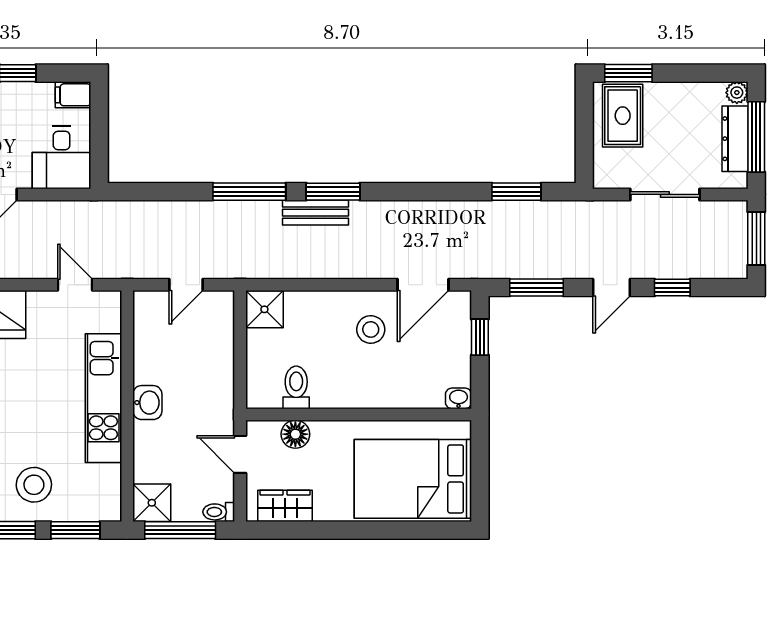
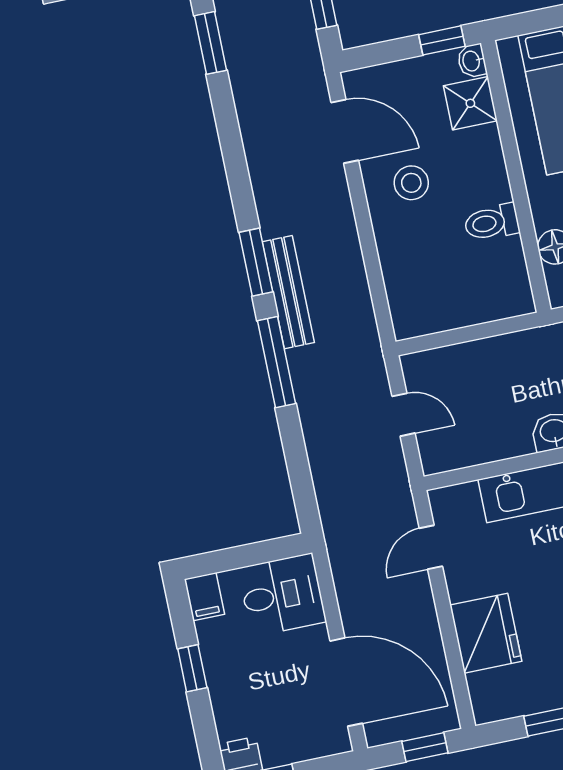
bench: (315, 213) -> (288, 292), width x1.36
shower: (264, 309) -> (470, 103), moved
window: (480, 337) -> (442, 40), moved
toilet: (296, 387) -> (492, 222), moved

